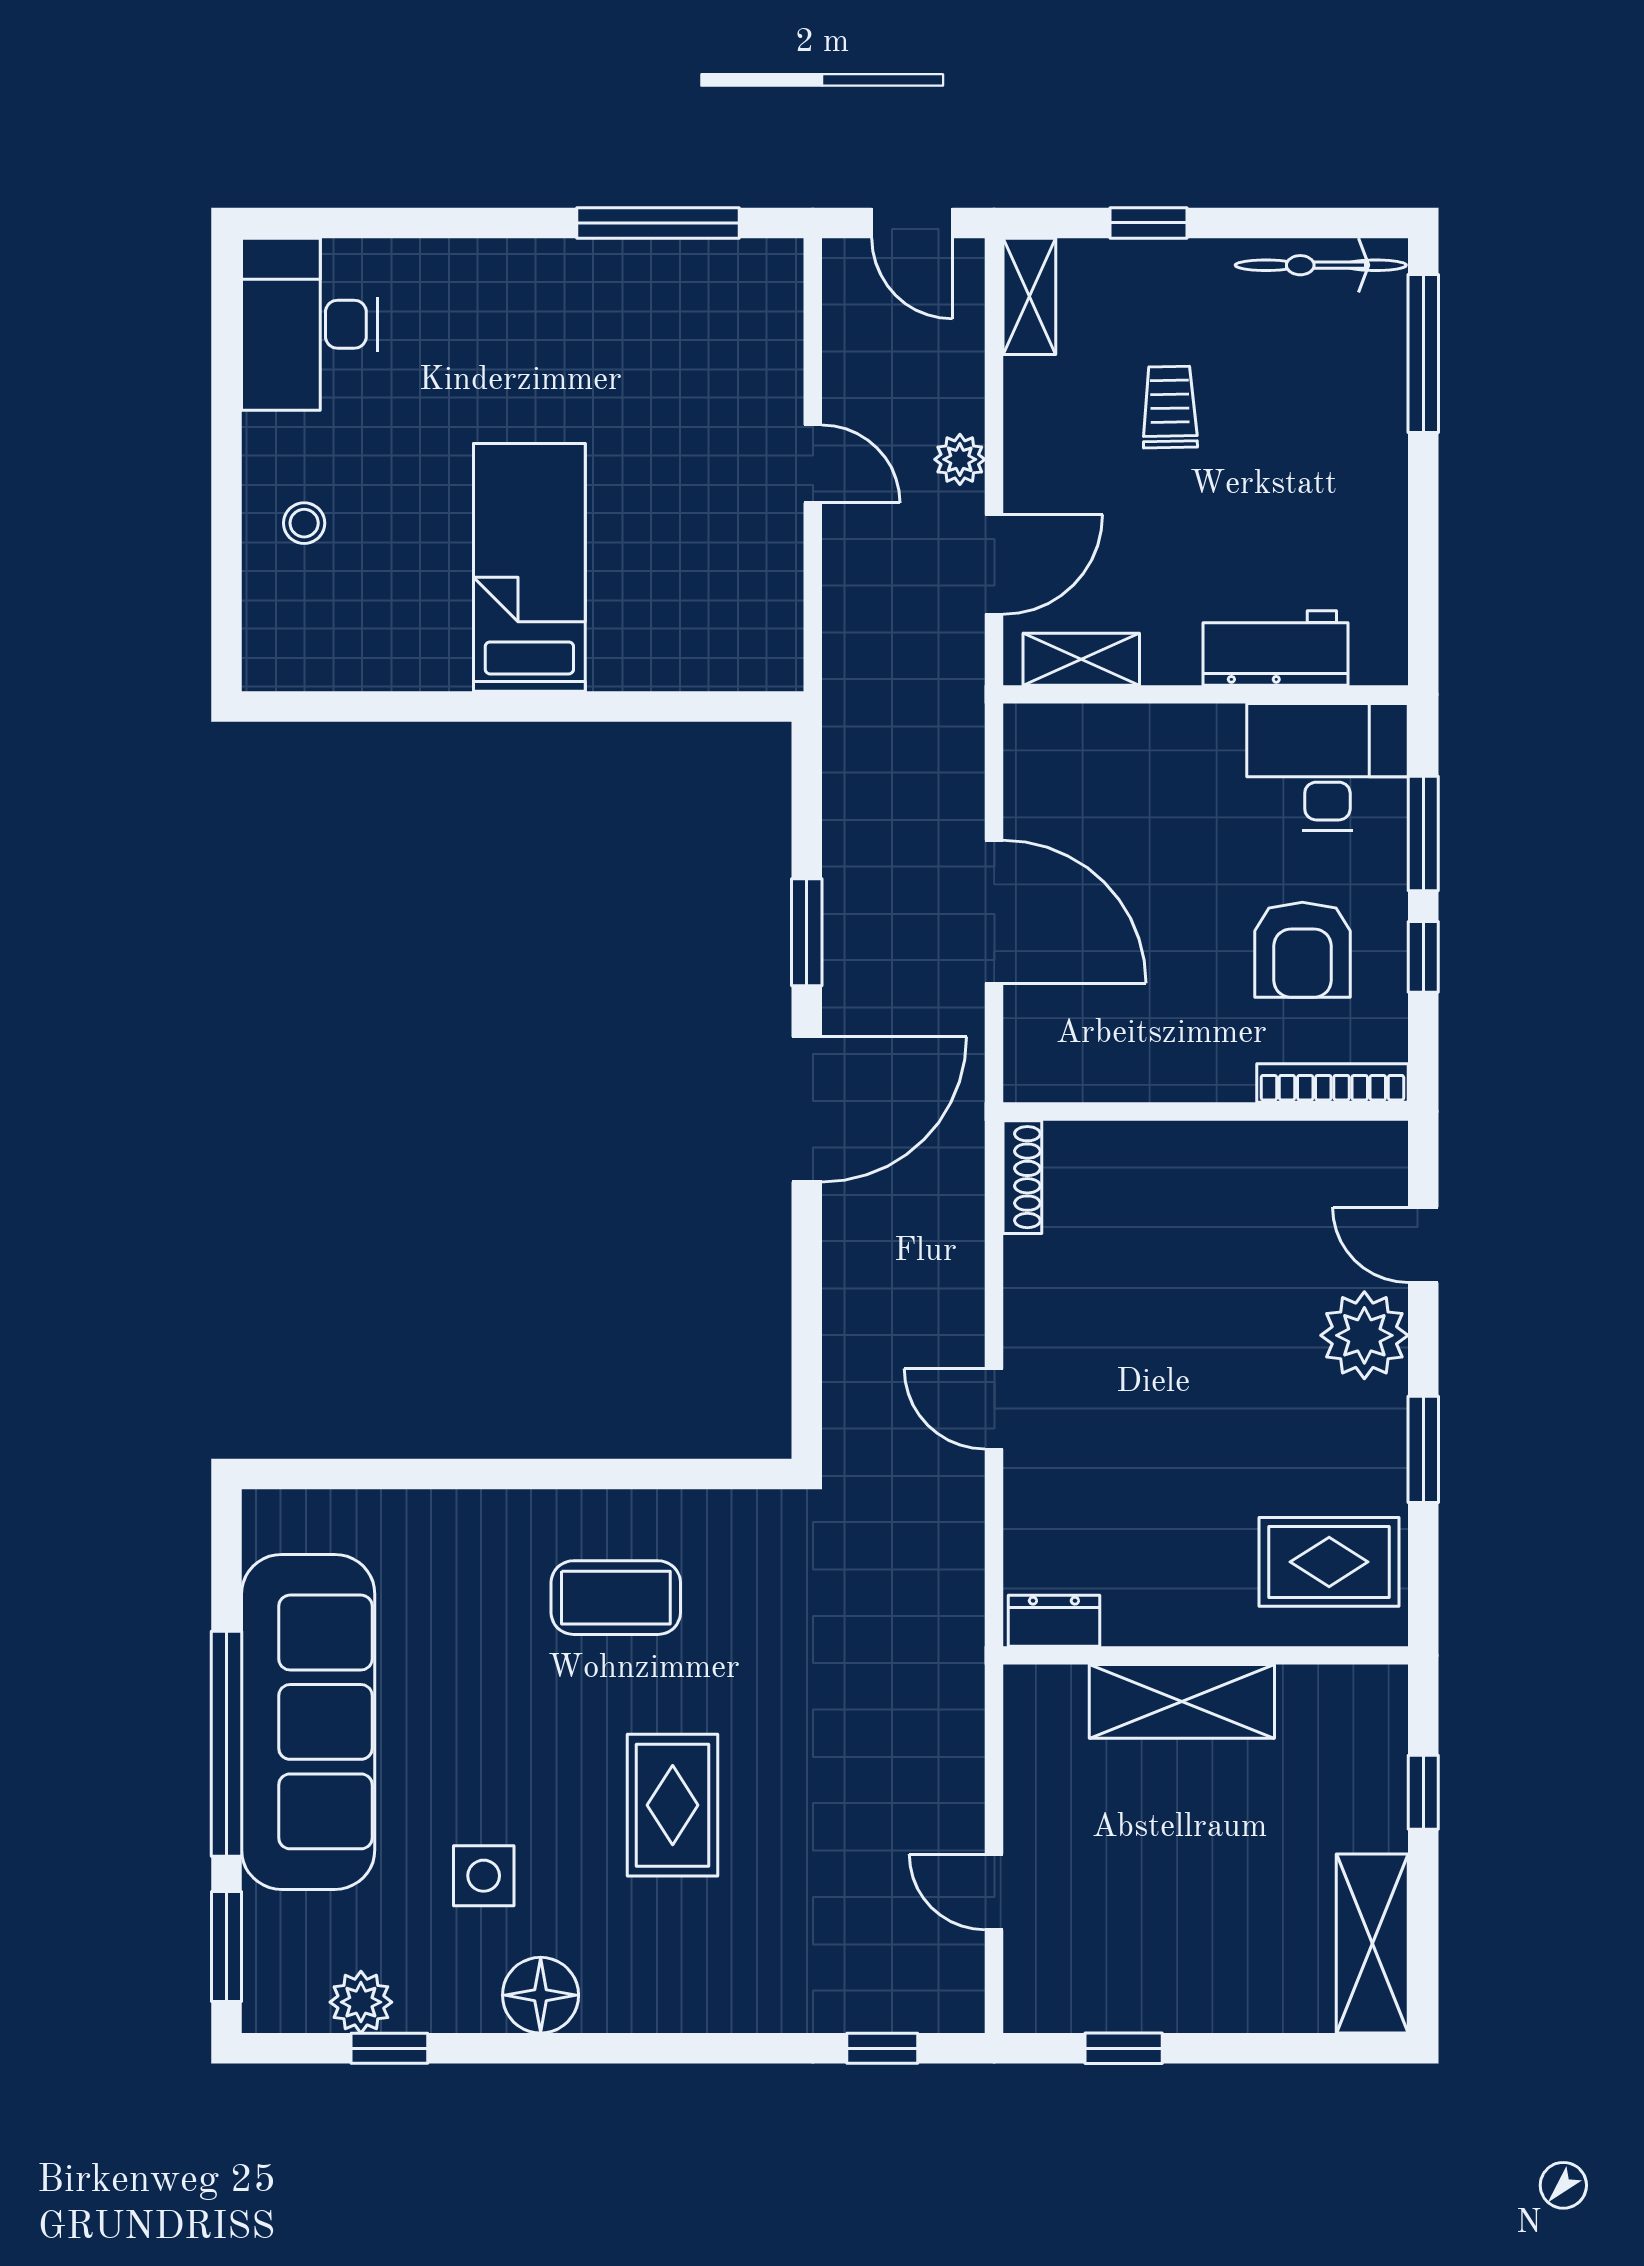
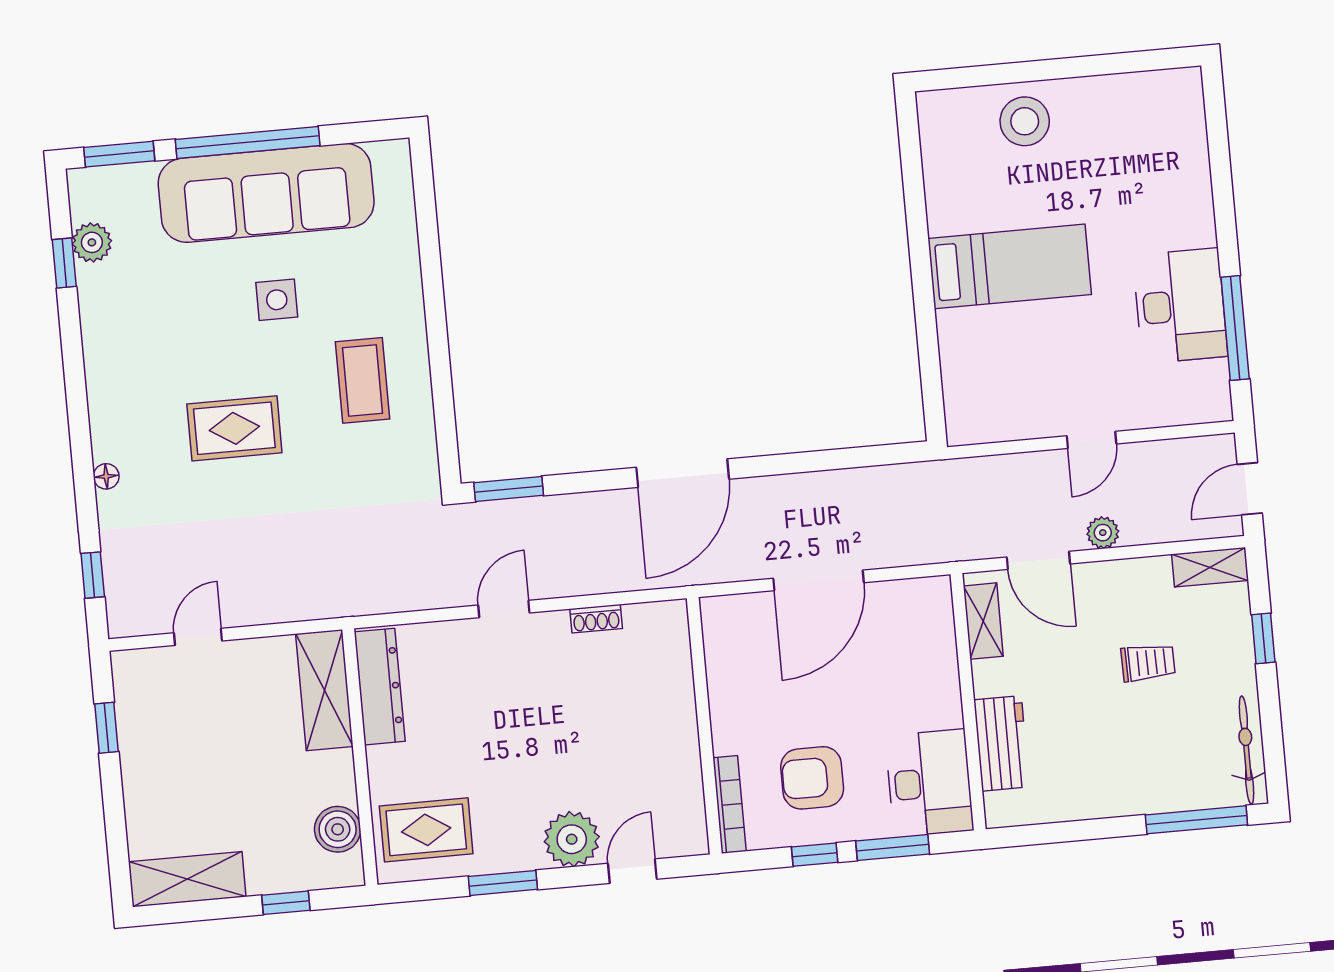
desk: (309, 324) -> (1180, 306), moved, turned 90
stool: (304, 523) -> (1025, 121), width x1.89, depth x1.89
window: (807, 932) -> (509, 489), moved
door: (807, 1109) -> (683, 473), hinge flipped
shoe rack: (1022, 1177) -> (596, 619), moved, width x0.70
rug: (1329, 1562) -> (426, 830), turned 90
dresser: (1054, 1621) -> (380, 687), width x1.96, depth x1.24
shelving: (1182, 1701) -> (324, 690), moved
boiler: (1315, 1701) -> (338, 829), added
side table: (484, 1876) -> (277, 300), moved
floor lamp: (541, 1995) -> (106, 476), moved, width x0.53, depth x0.53

